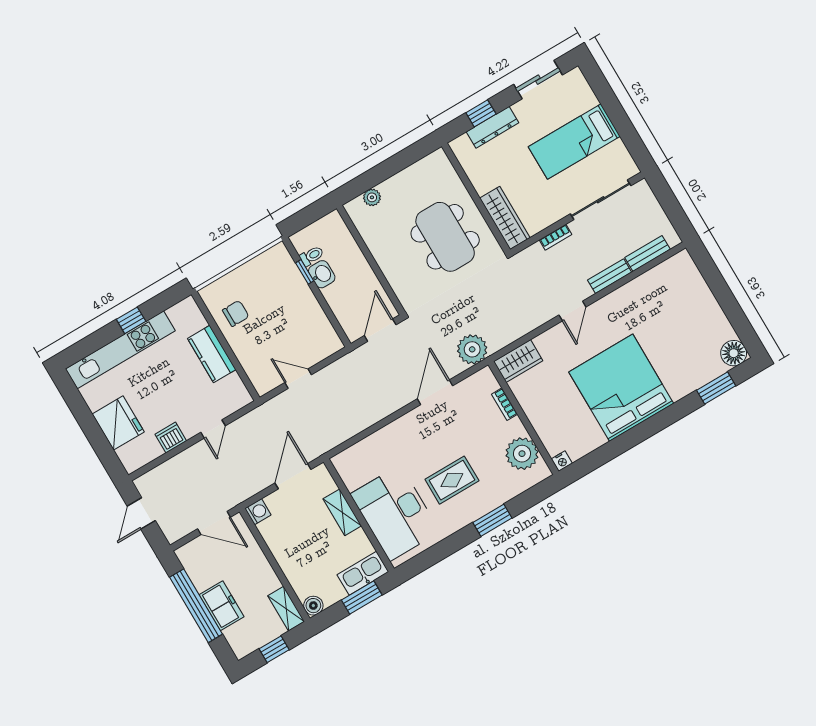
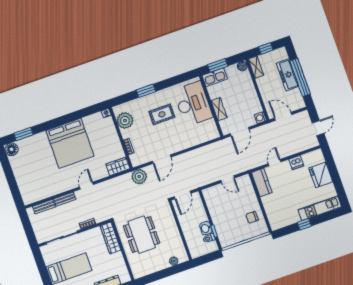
kitchen unit: (120, 350) -> (320, 208), width x0.73
kitchen counter: (212, 354) -> (262, 183), moved
freezer: (221, 606) -> (288, 75), width x1.40

